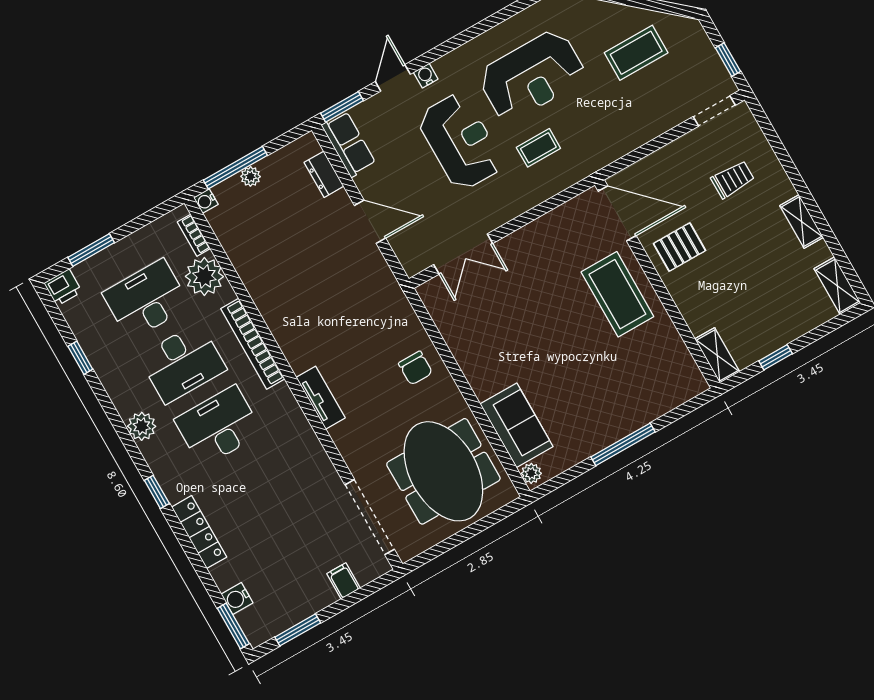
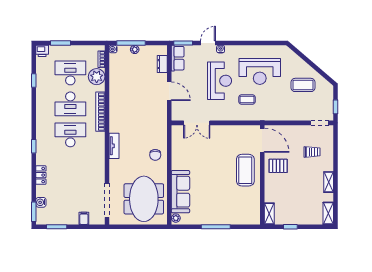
sofa: (517, 425) -> (180, 192), width x1.36
plant: (142, 426) -> (42, 119), removed
locker: (199, 532) -> (41, 175), width x0.66

